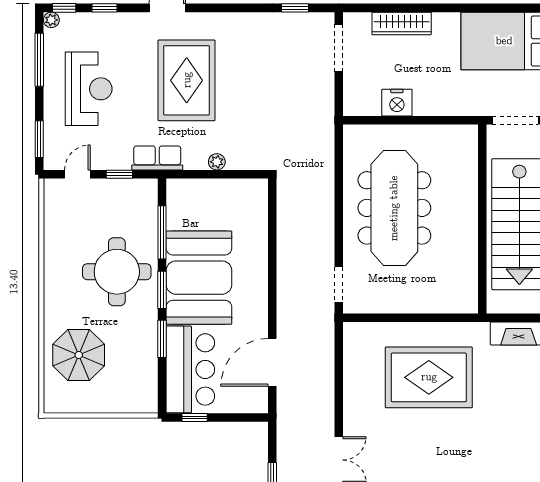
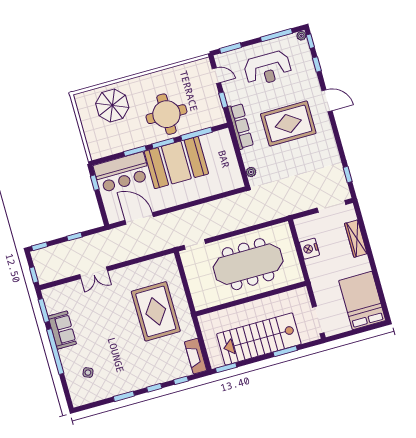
row of seats: (157, 158) -> (241, 126), width x1.48
plant: (217, 162) -> (251, 172), moved
wall: (482, 219) -> (251, 299), moved

